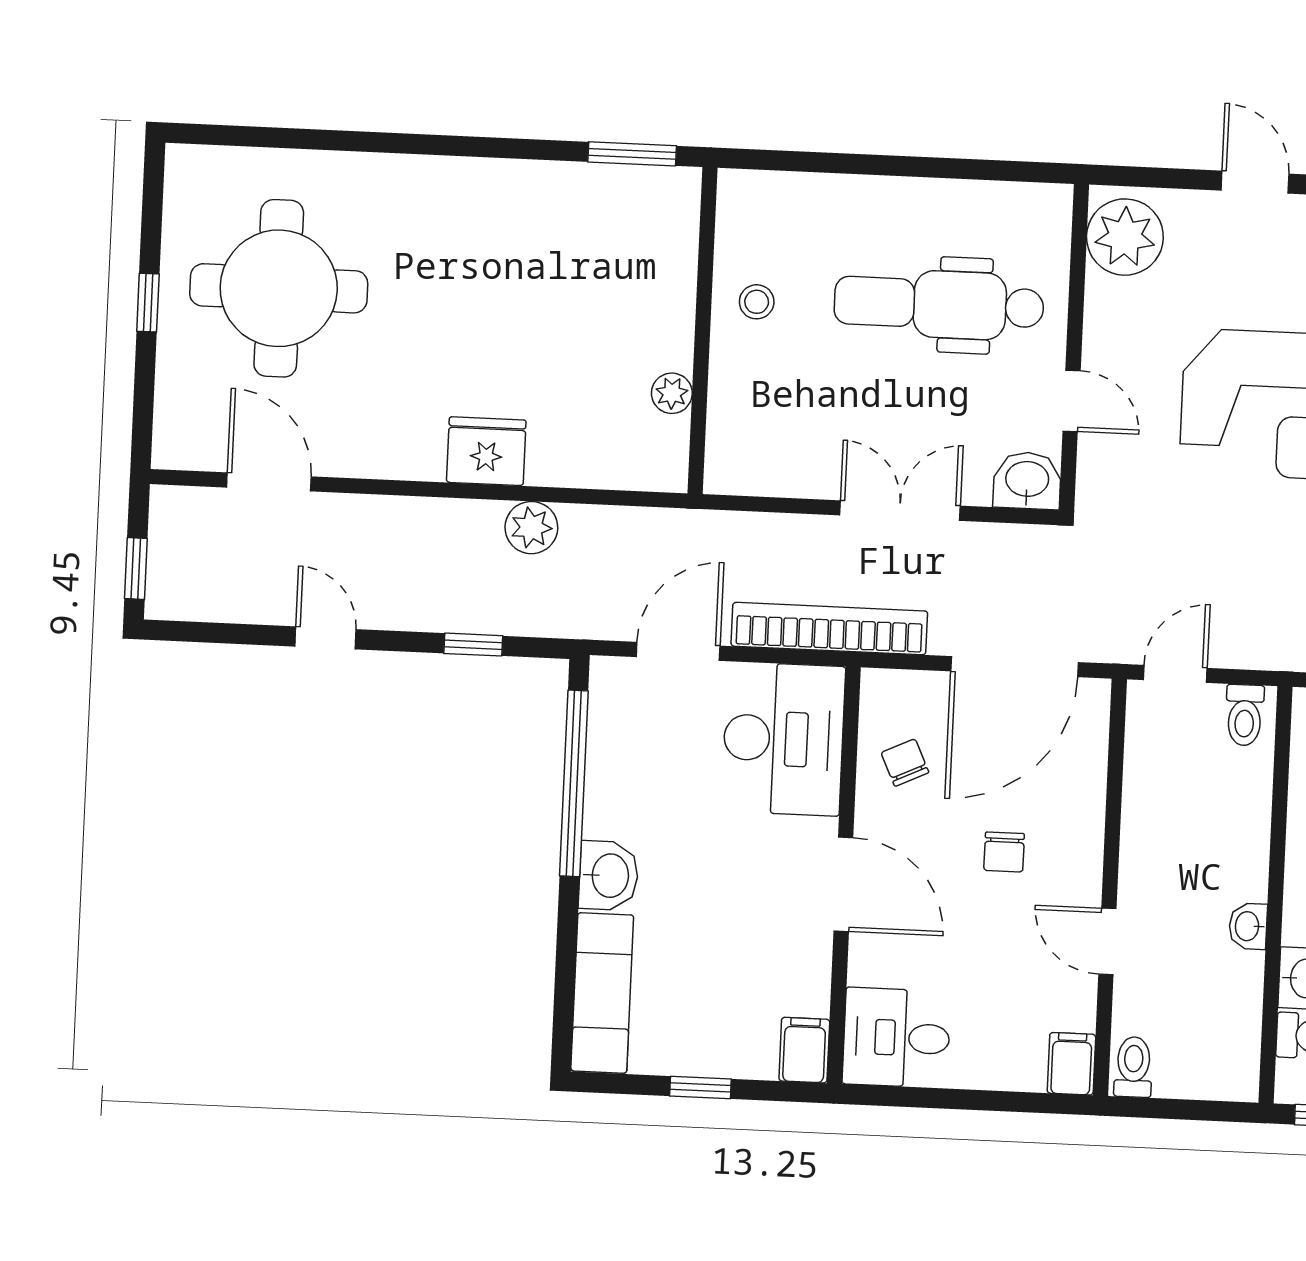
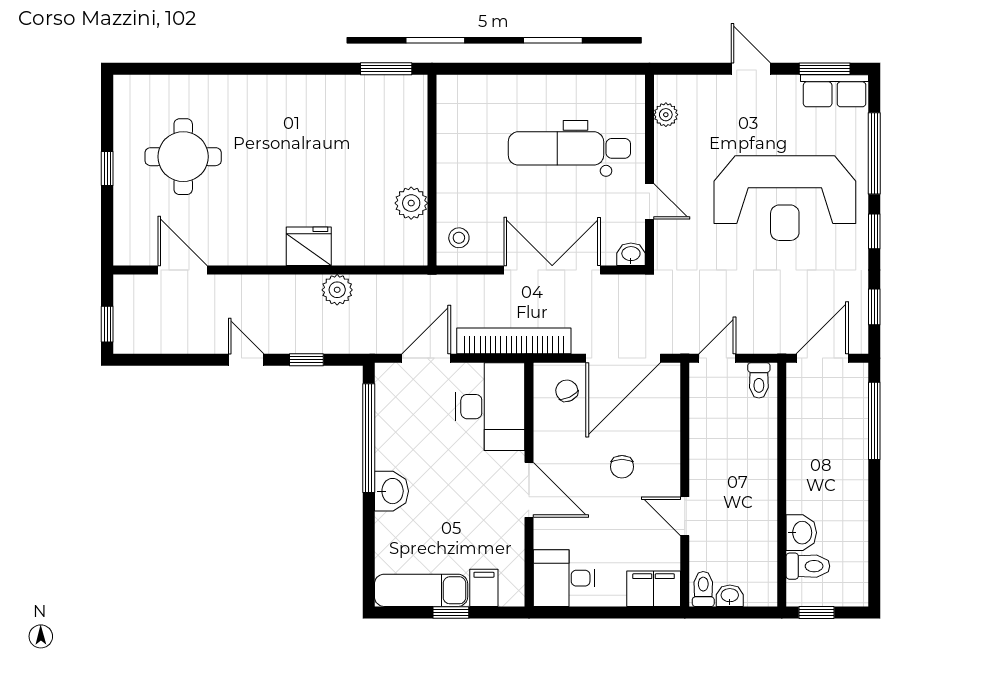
plant: (1125, 237) -> (666, 115), width x0.53, depth x0.53
round table: (279, 288) -> (183, 157), width x0.73, depth x0.73
stool: (757, 302) -> (459, 238), moved
plant: (672, 393) -> (411, 203), width x1.38, depth x1.38
washbasin: (1027, 481) -> (631, 254), width x0.72, depth x0.69
double door: (900, 511) -> (552, 270), width x1.37
door: (325, 638) -> (246, 360), moved
chair: (905, 763) -> (567, 391), moved
washbasin: (1248, 926) -> (730, 596), moved, turned 90
exam couch: (602, 993) -> (421, 590), moved, turned -90
filing cabinet: (804, 1050) -> (484, 588), moved
filing cabinet: (1071, 1064) -> (654, 589), width x2.00

